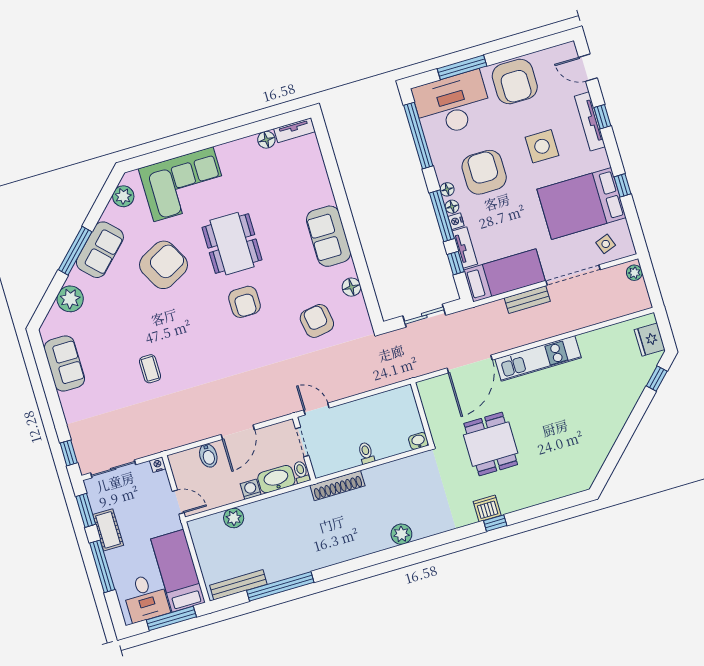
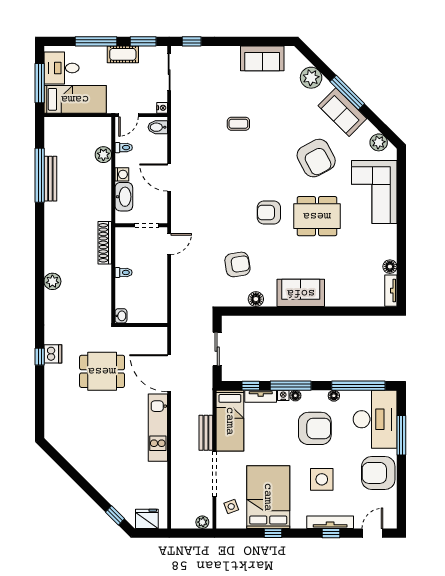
floor lamp: (447, 189) -> (334, 396), moved
bidet: (208, 456) -> (158, 127), moved
toilet: (301, 472) -> (124, 148), moved
bench: (238, 585) -> (50, 179), moved

